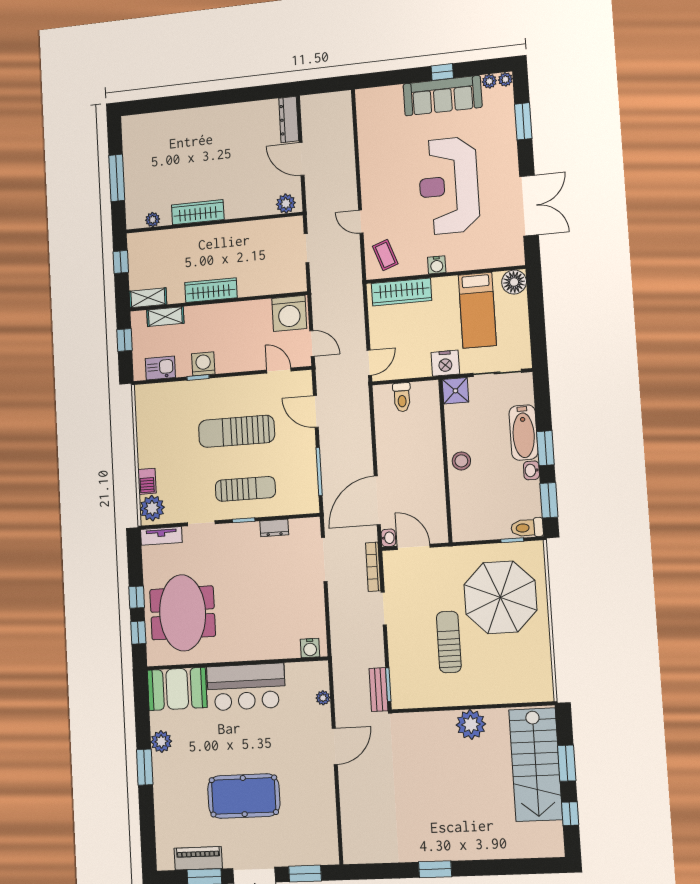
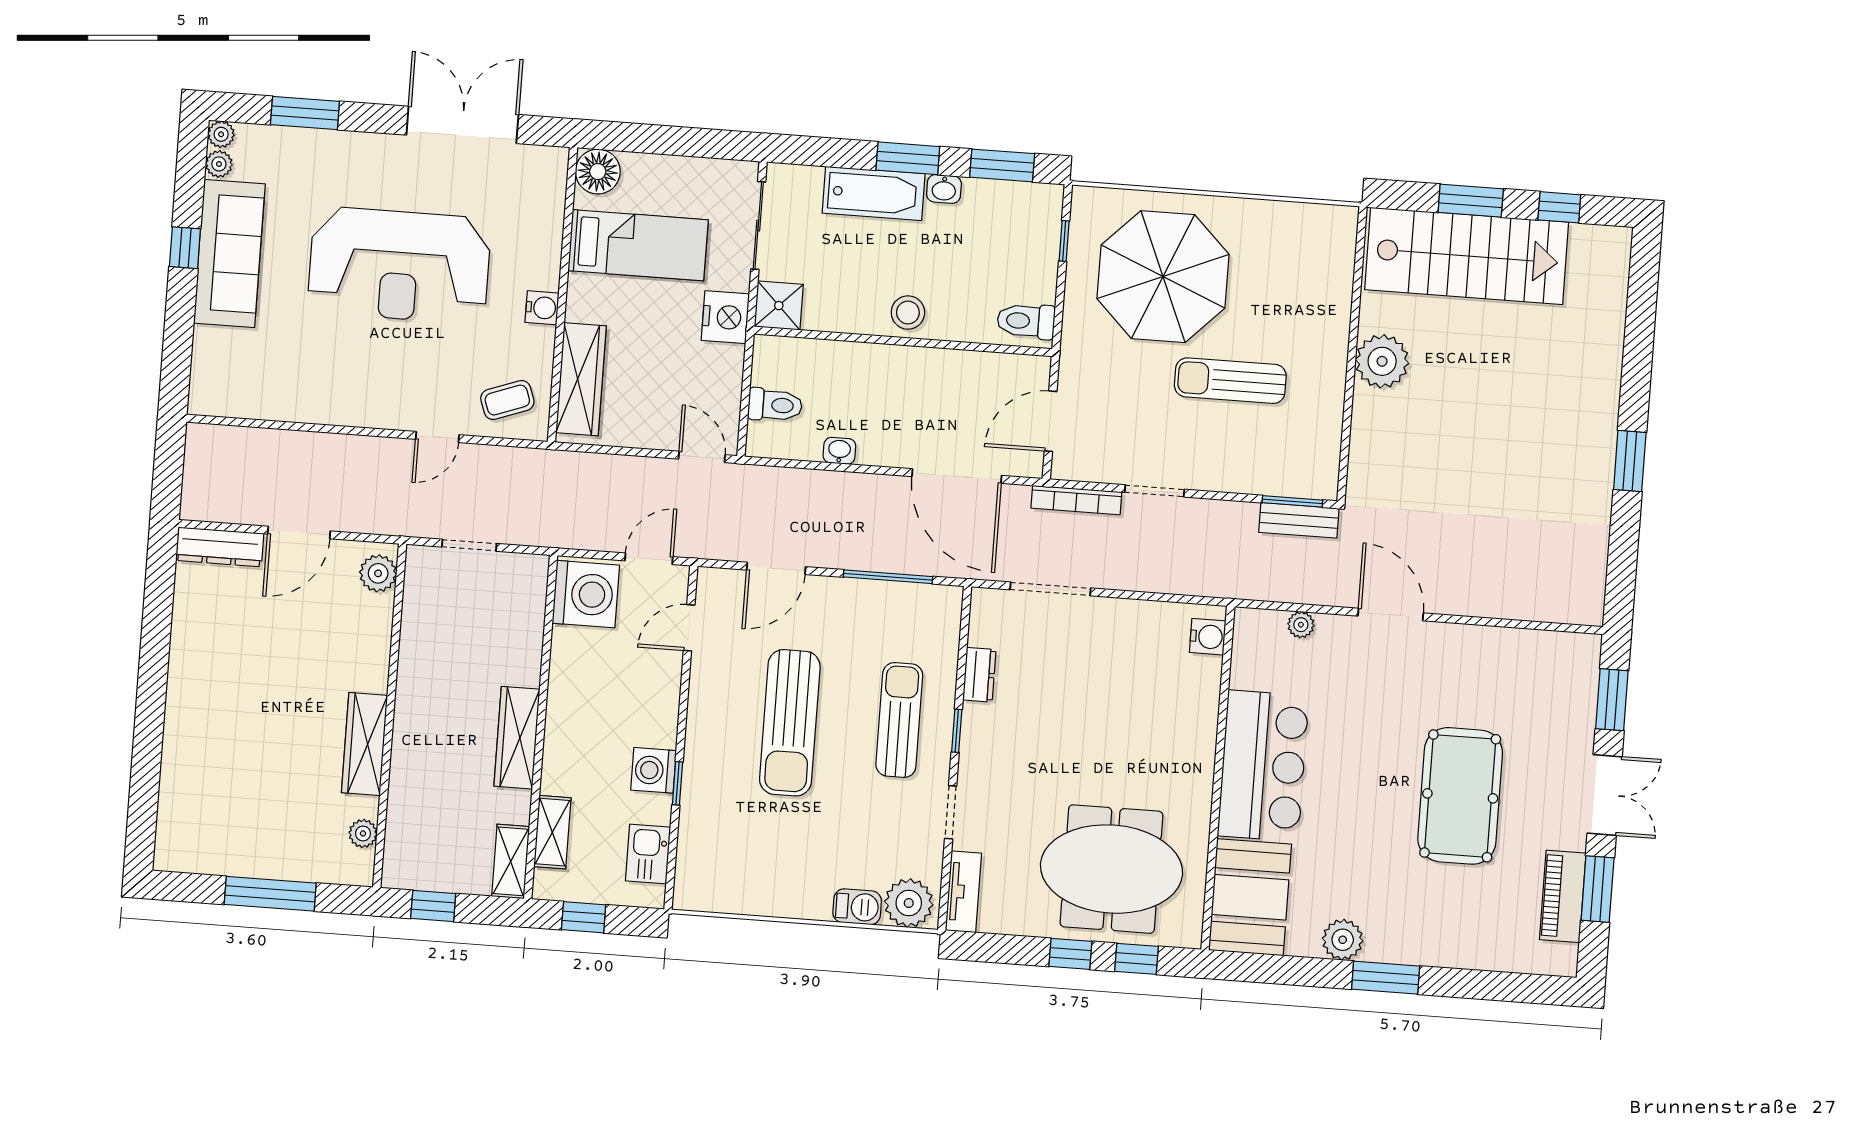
toilet: (527, 528) -> (1026, 321), moved, turned 90
washbasin: (388, 538) -> (839, 451), moved

